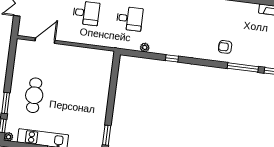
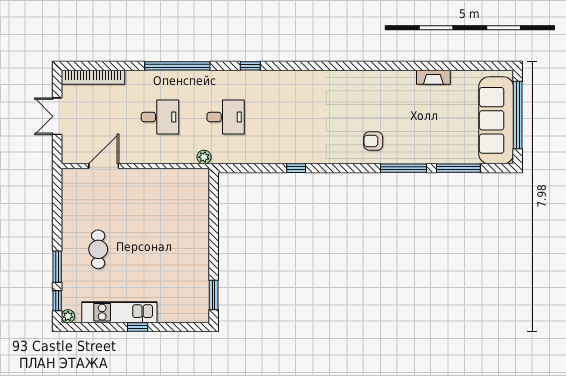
plant: (145, 47) -> (204, 157), moved
cafe table: (34, 95) -> (98, 249), width x0.73, depth x0.74

